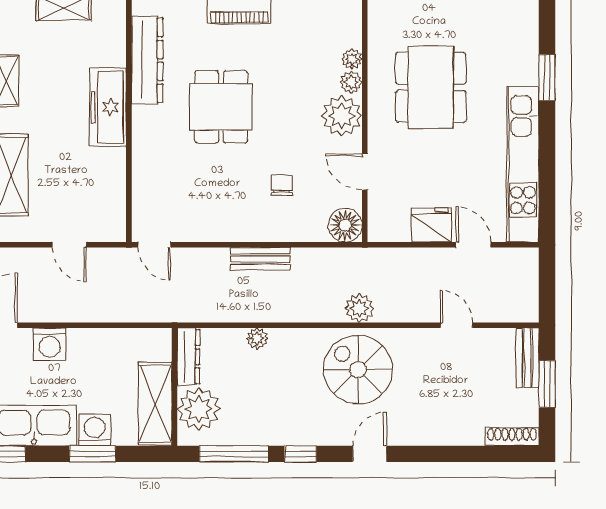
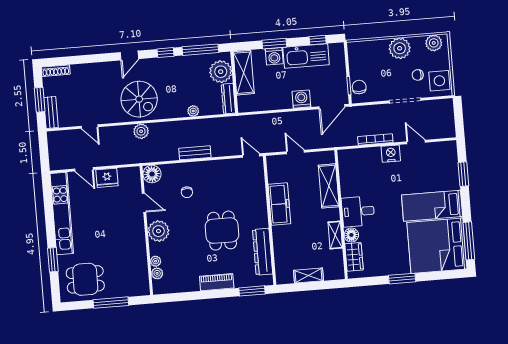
plant: (351, 82) -> (157, 273), moved
dining table: (431, 87) -> (85, 279), moved, width x0.73
freezer: (108, 107) -> (279, 204), moved

